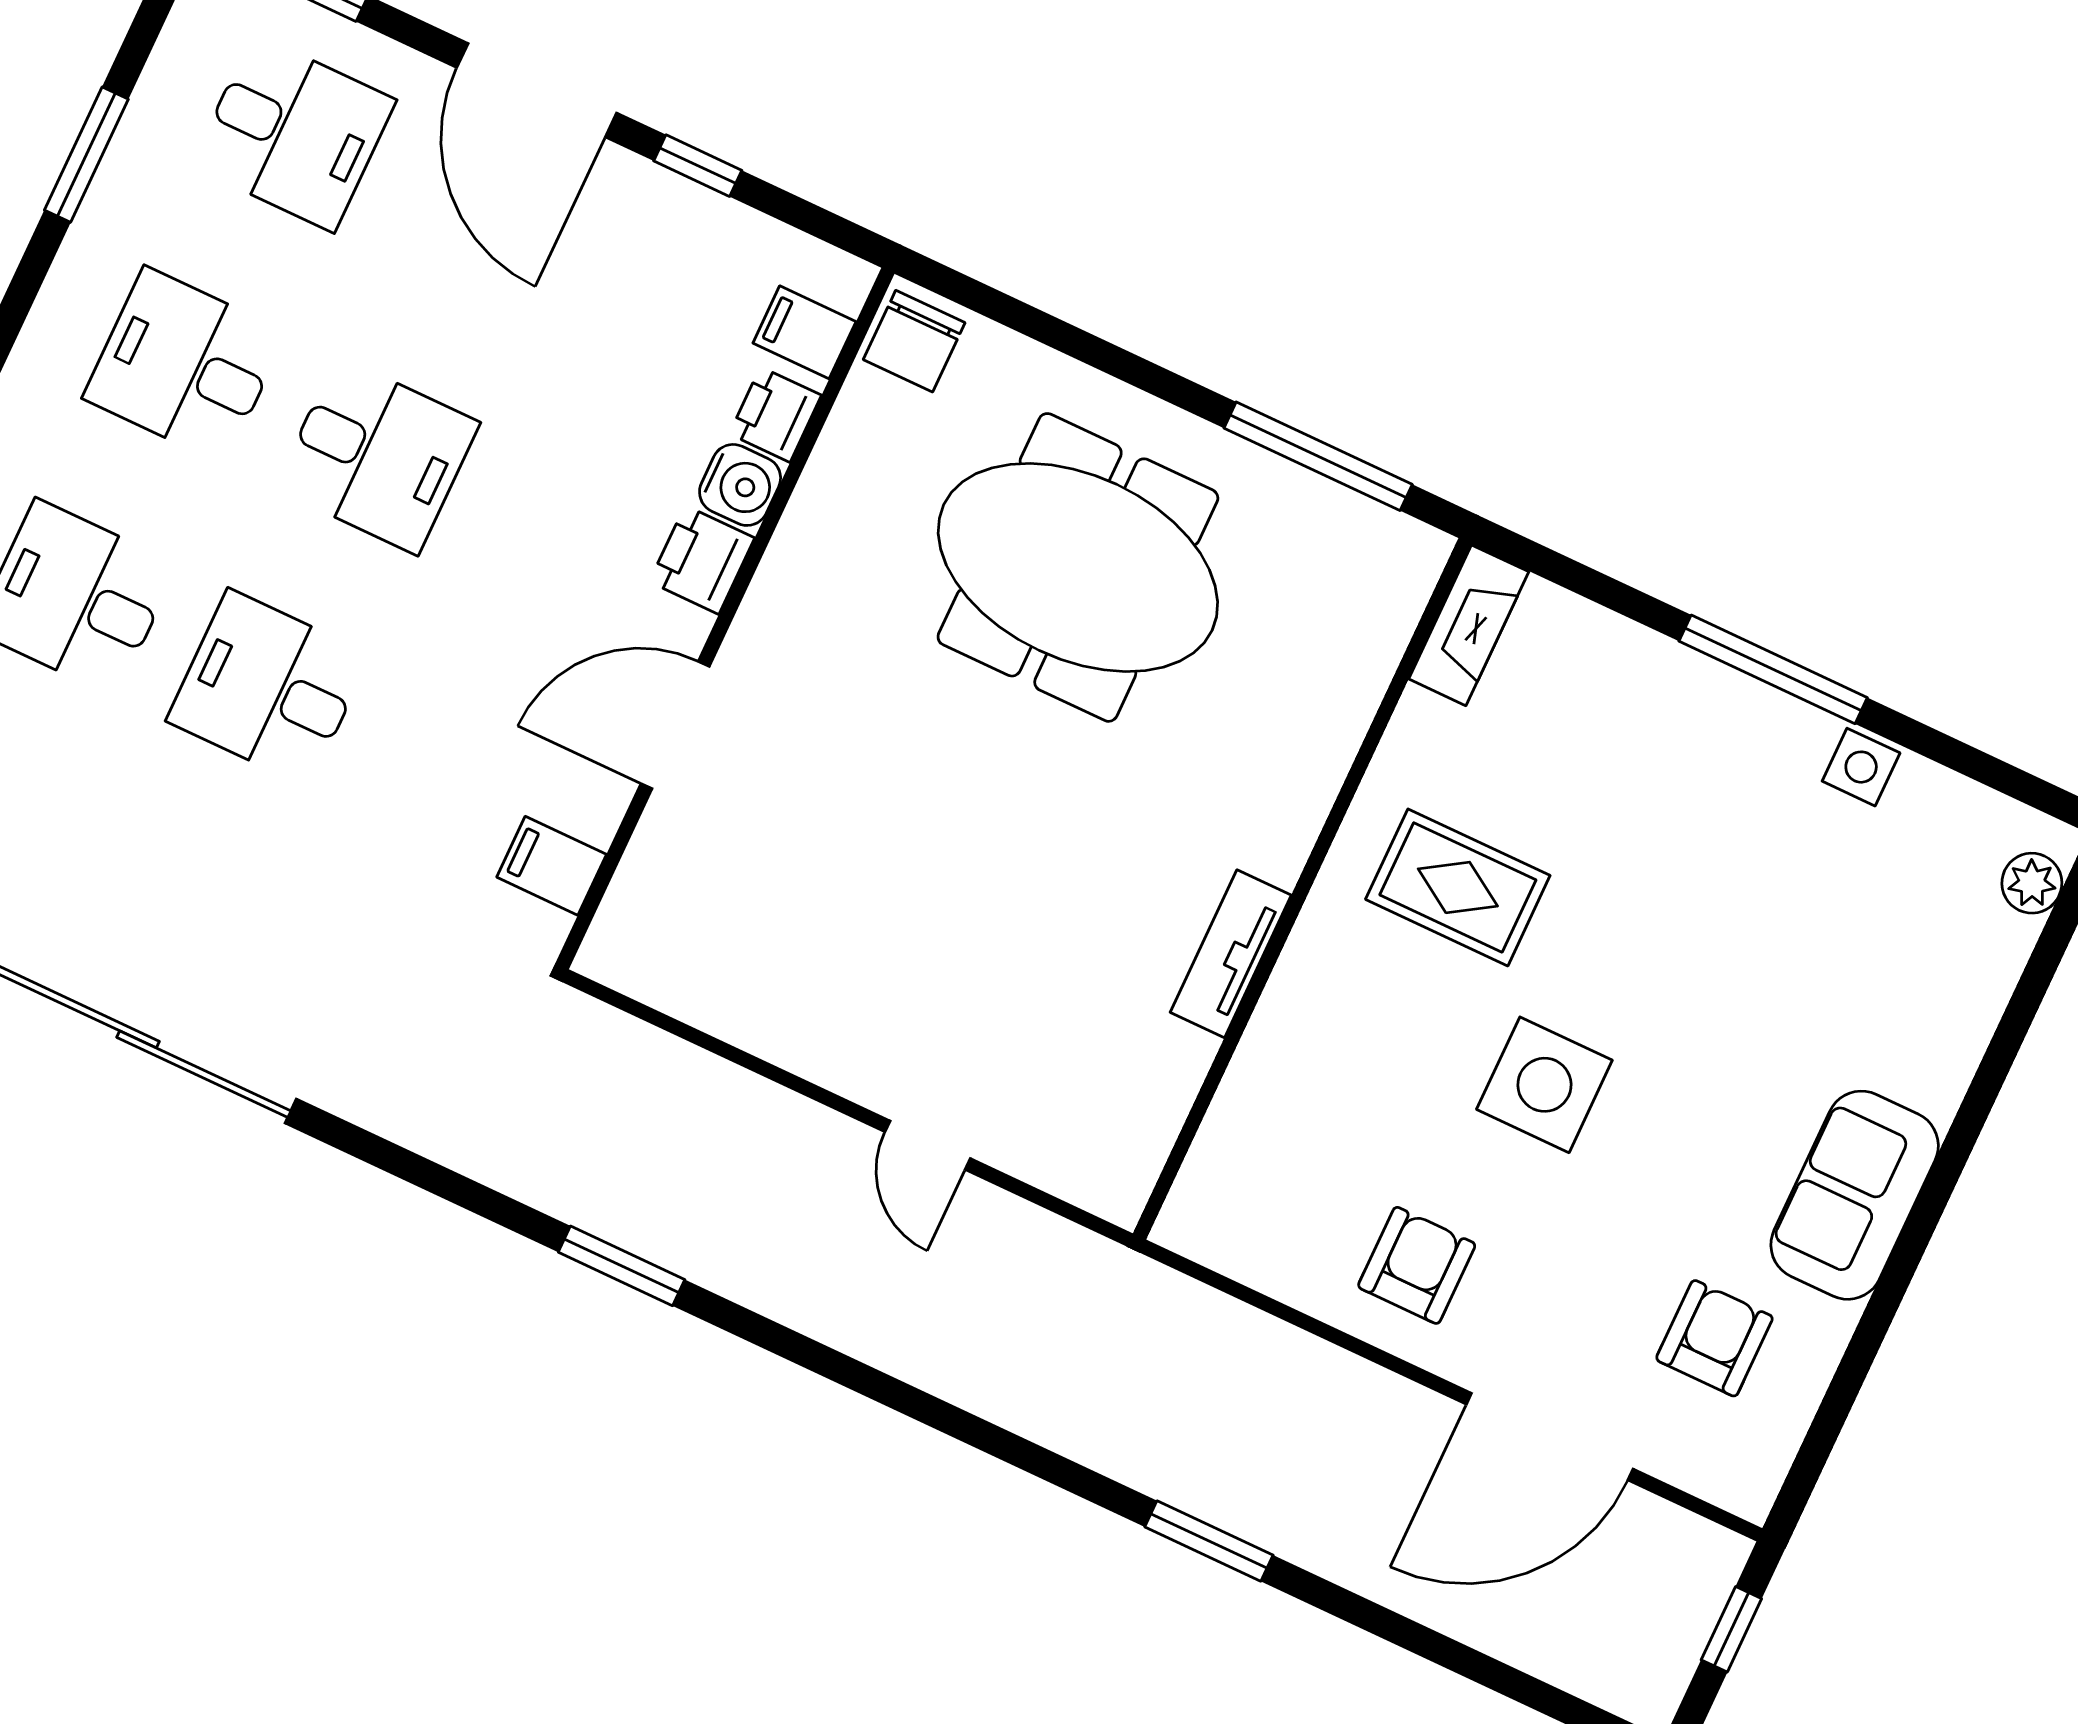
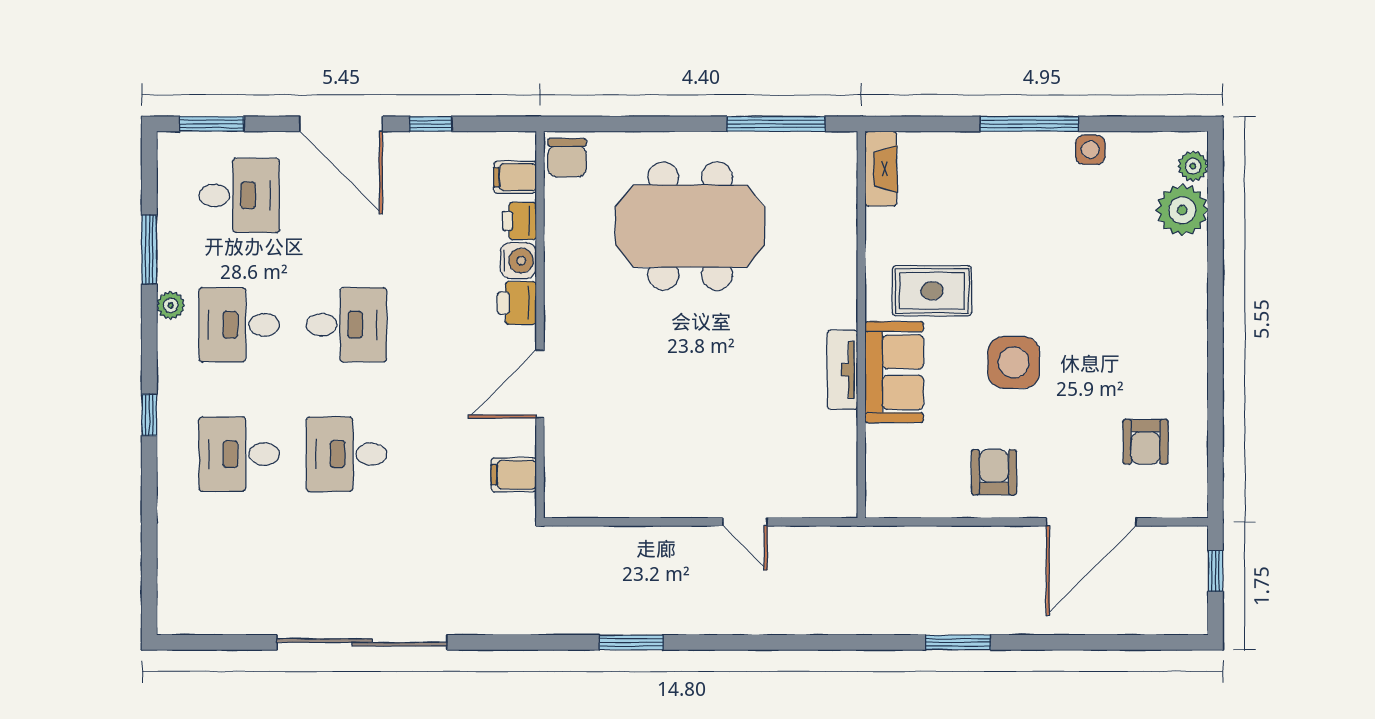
plant: (78, 273) -> (171, 305), added
plant: (1975, 953) -> (1182, 210), added
sofa: (1855, 1195) -> (894, 372), moved, turned 180
armchair: (1714, 1338) -> (1145, 442), turned 180

